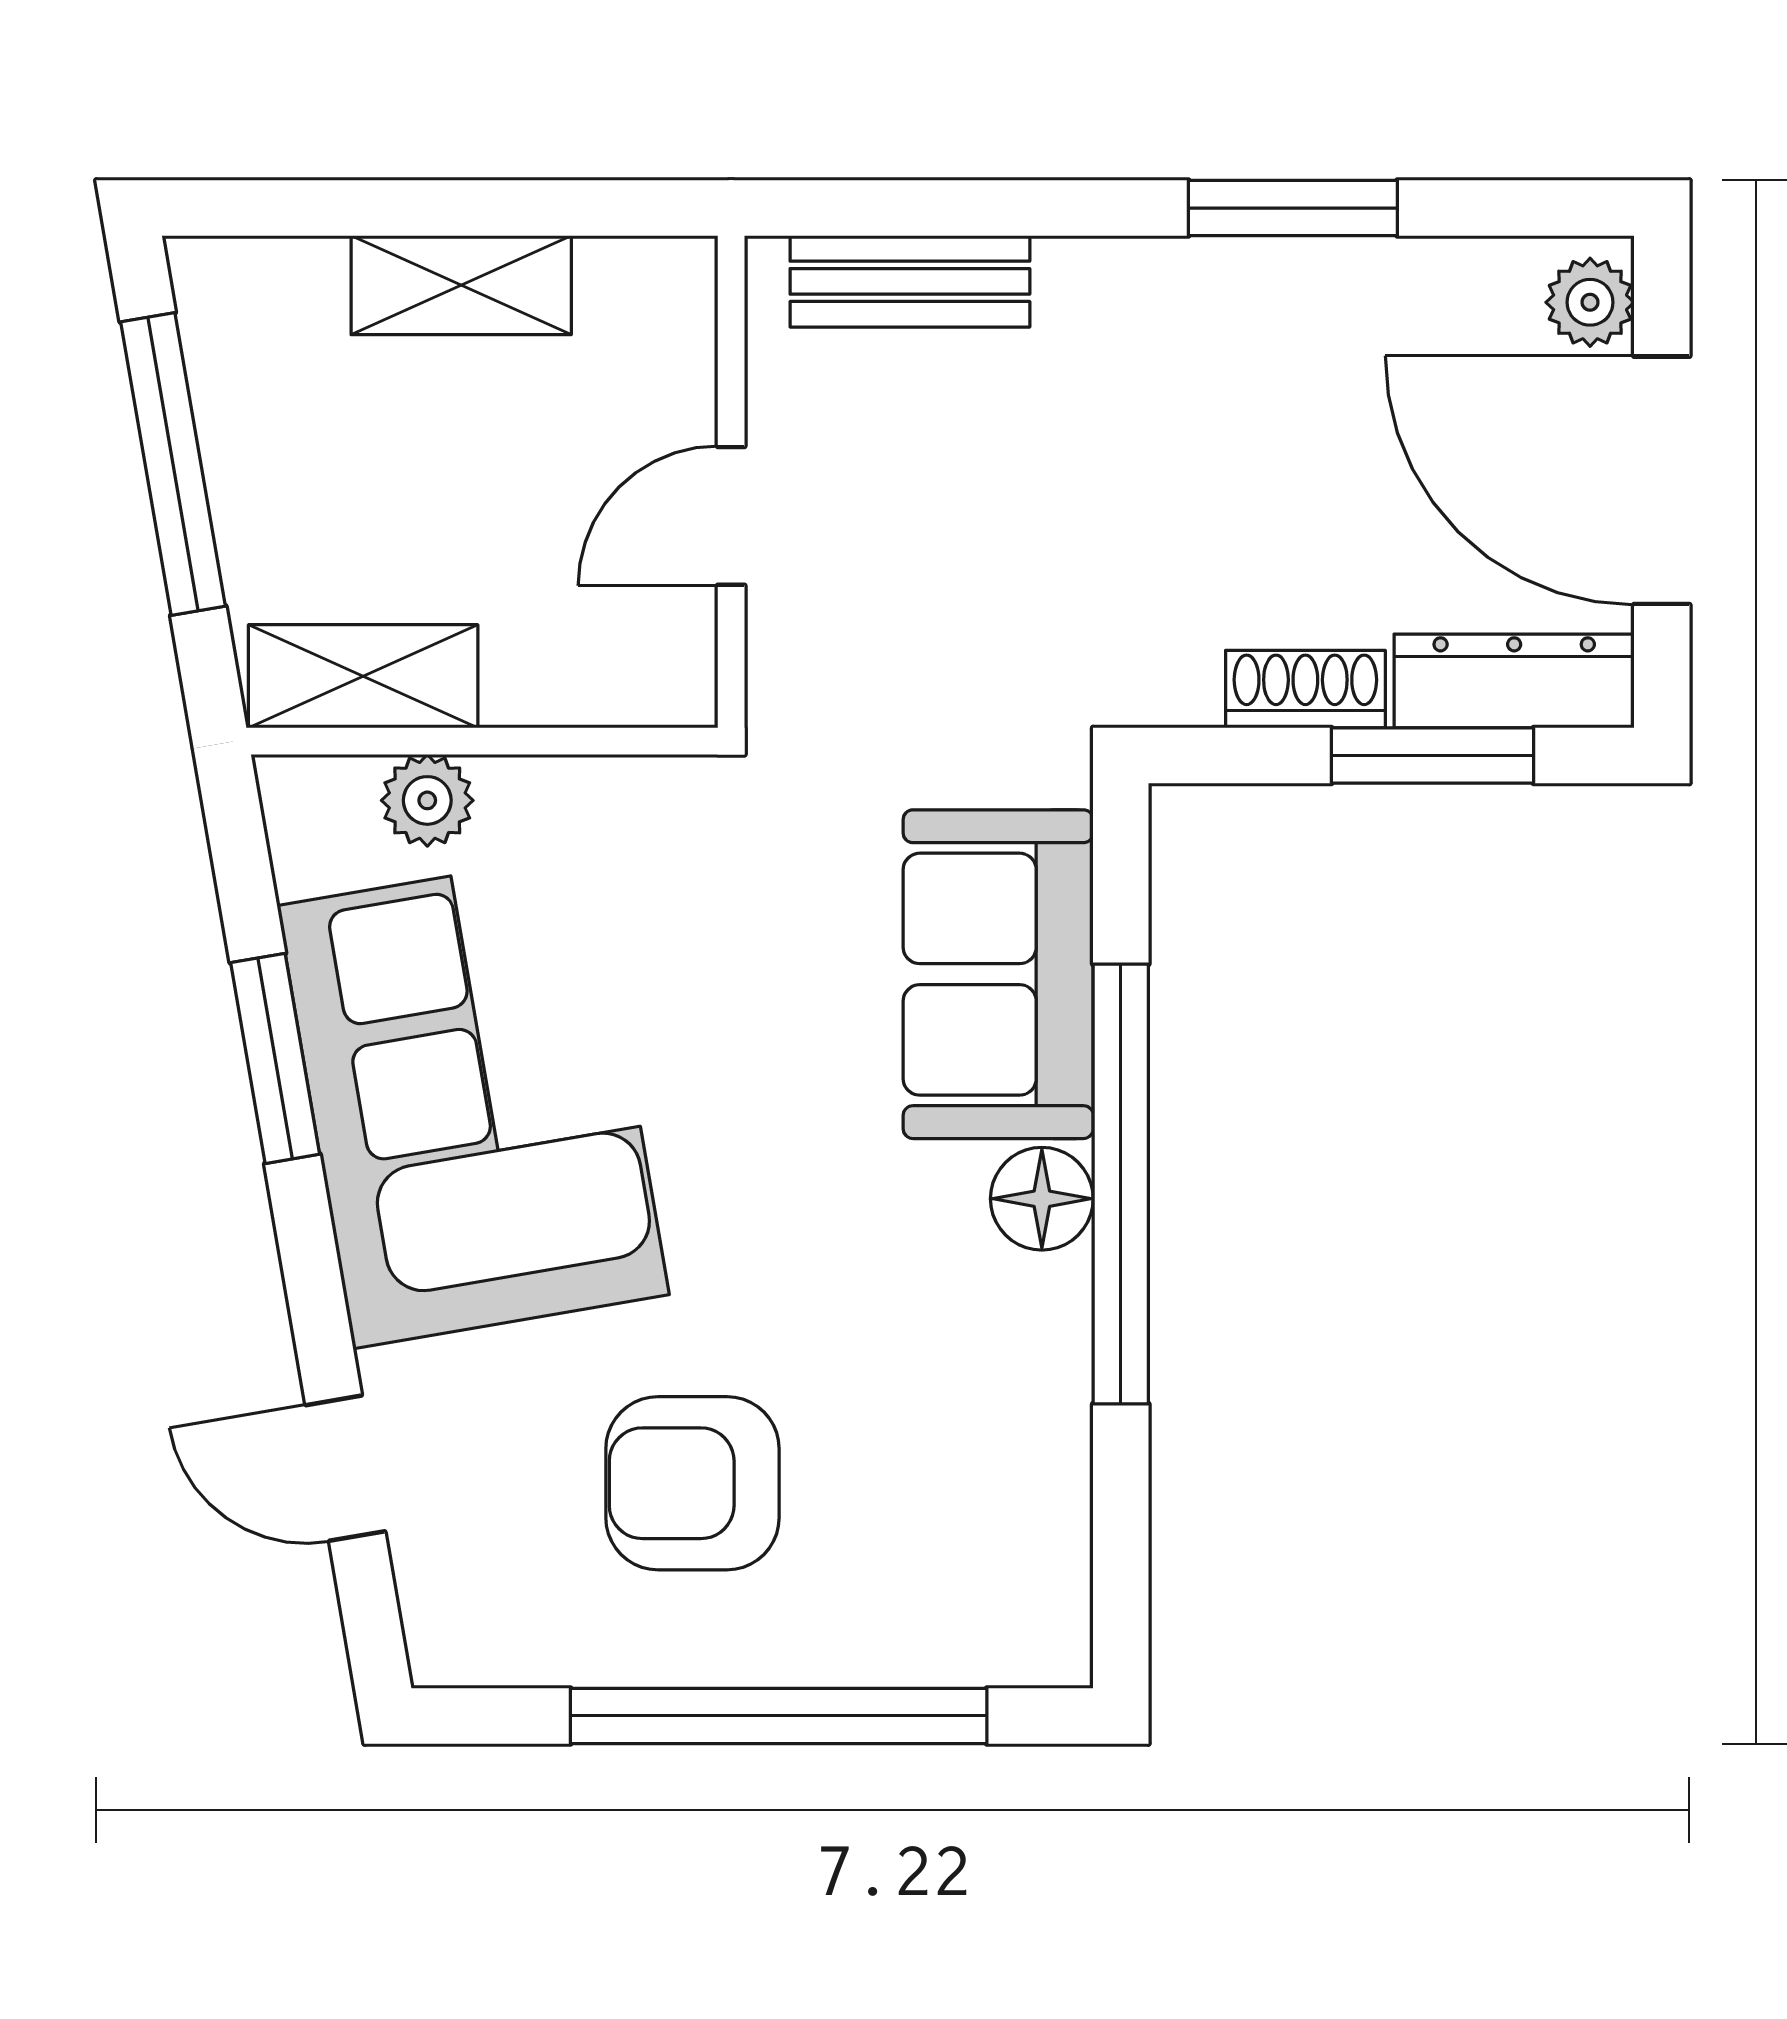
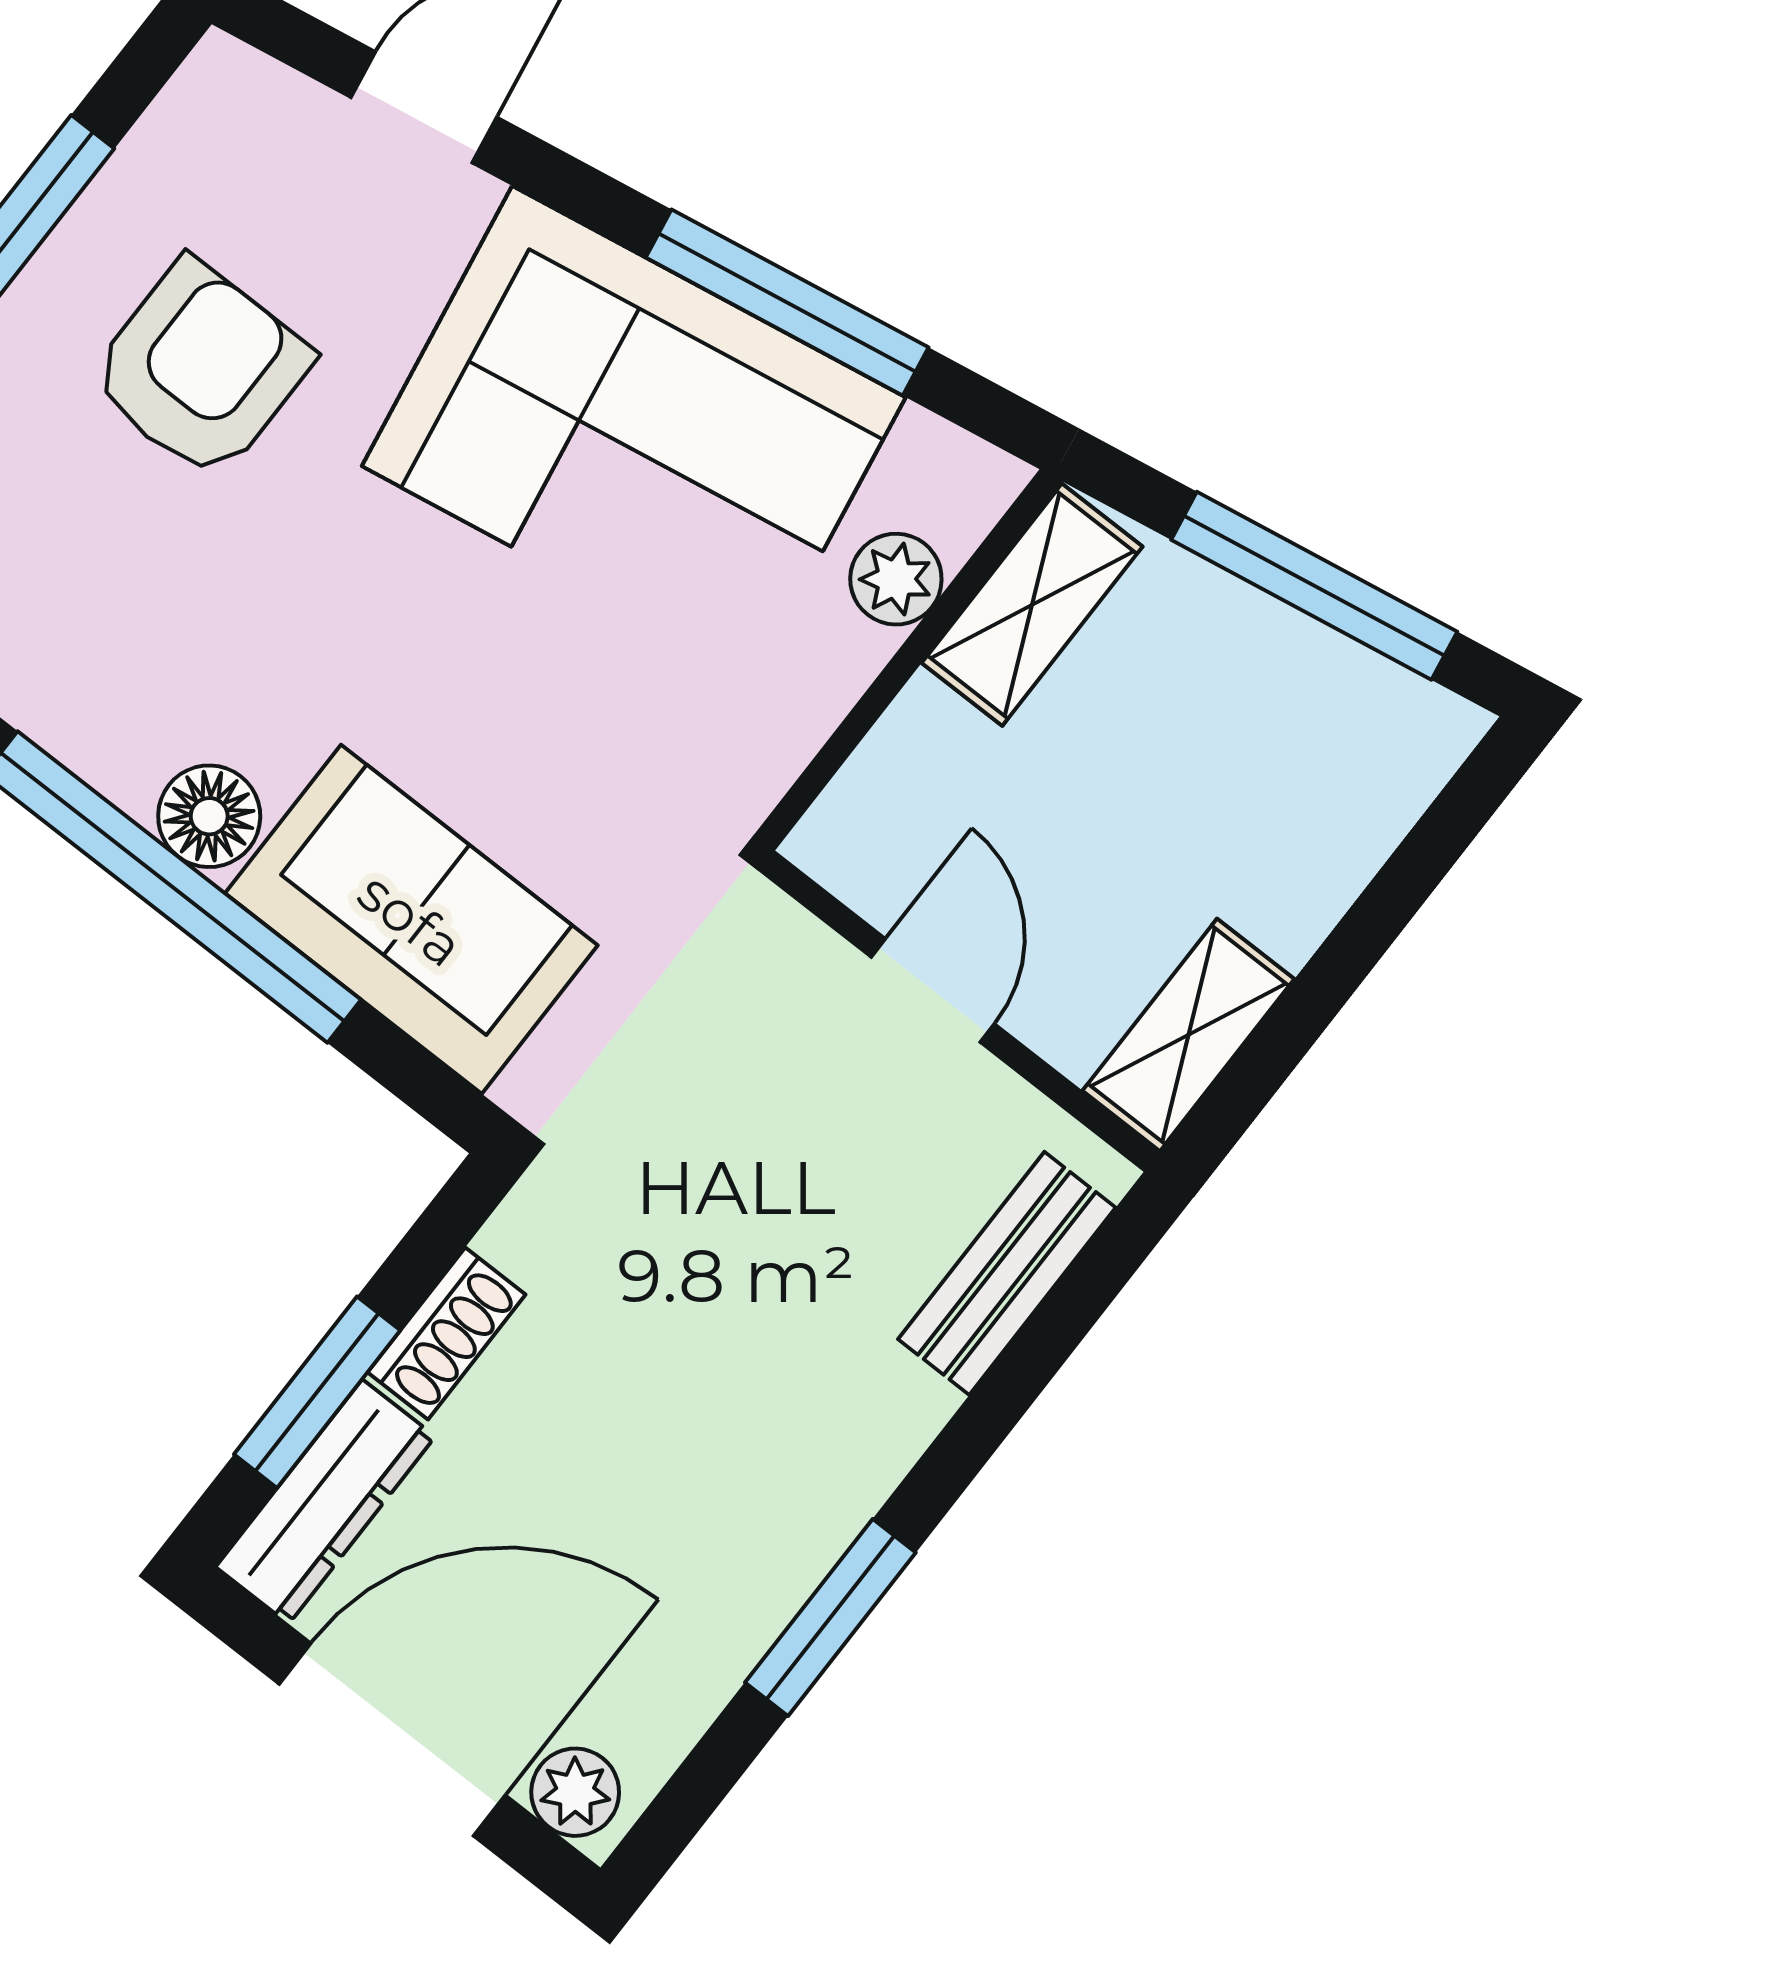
shelving: (461, 285) -> (1188, 1035), moved
window: (275, 1058) -> (787, 302), width x1.44

